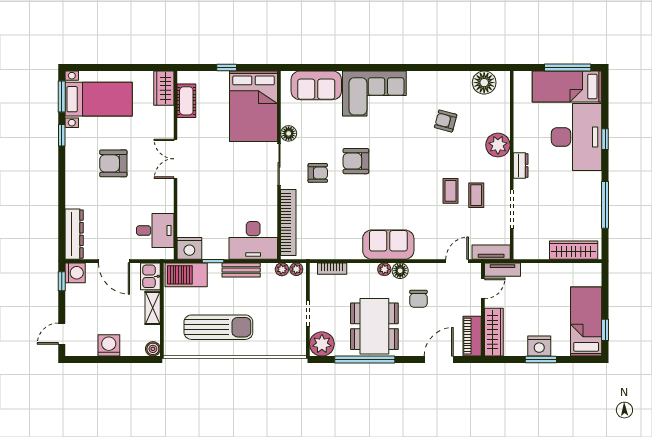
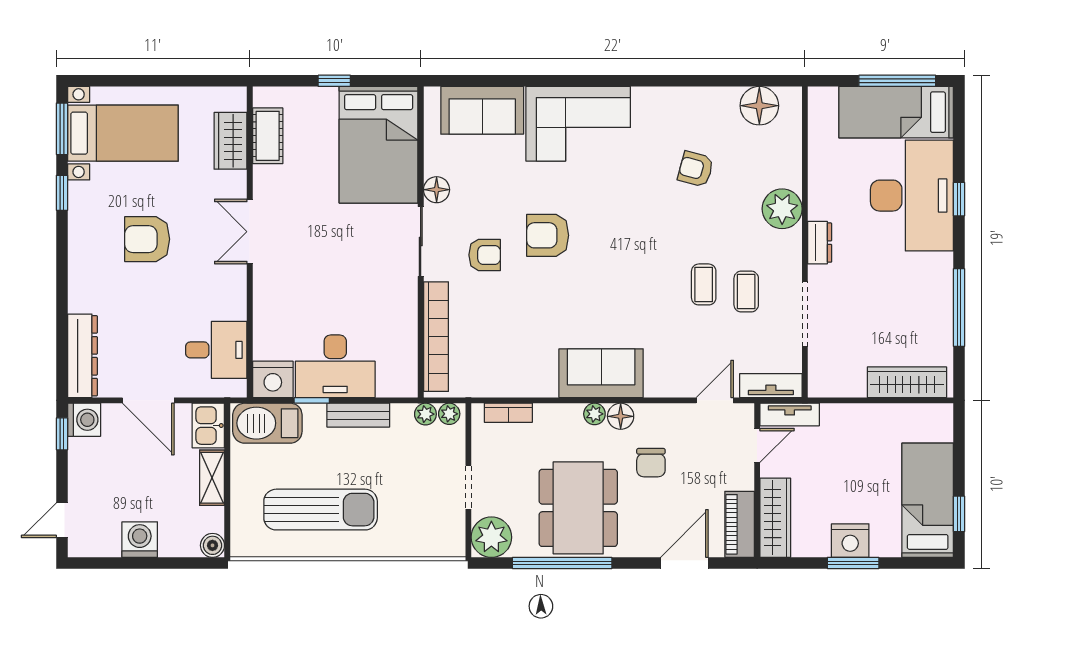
wardrobe: (164, 88) -> (230, 141), moved
desk: (253, 240) -> (335, 366), moved

